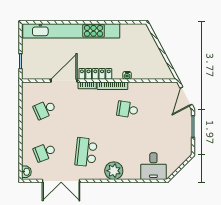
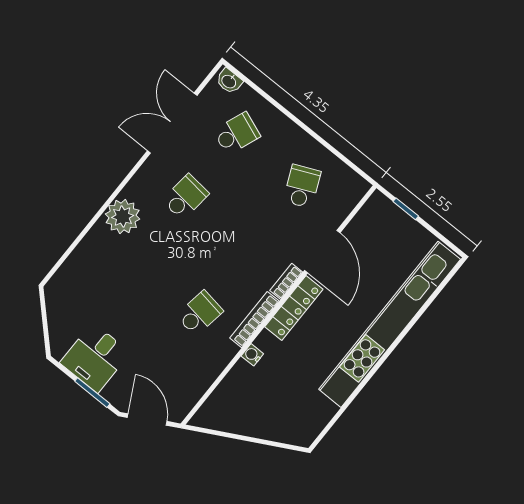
school desk: (45, 152) -> (237, 134), turned 42
school desk: (86, 152) -> (185, 197), width x0.54
desk: (153, 166) -> (95, 358), moved, turned -90

